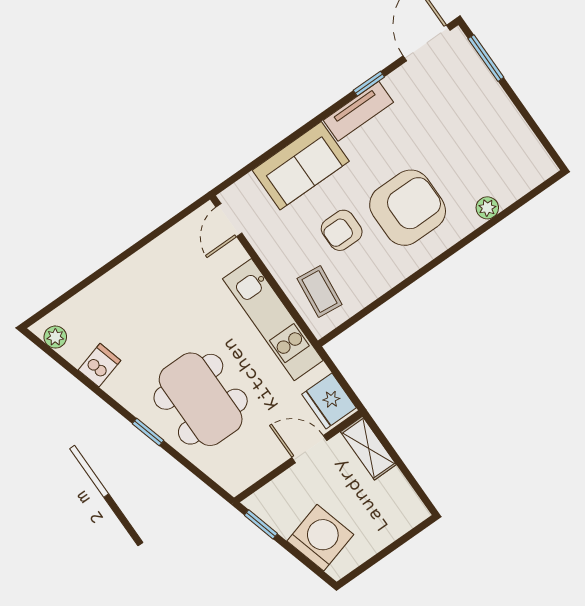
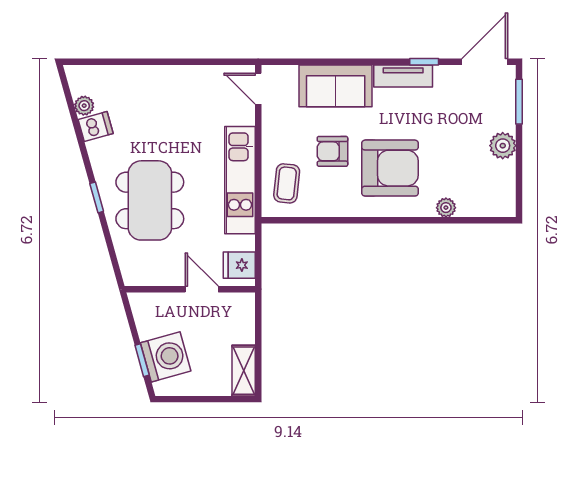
plant: (500, 111) -> (503, 146), added
door: (229, 220) -> (258, 89), hinge flipped
plant: (55, 337) -> (84, 106), moved
fridge: (329, 401) -> (239, 265), width x0.72
shelving: (368, 448) -> (244, 371), moved
window: (261, 524) -> (142, 360), moved

